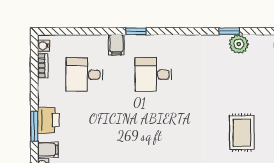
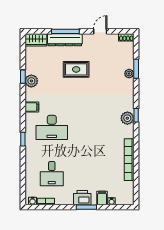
plant: (239, 44) -> (31, 81), moved
filing cabinet: (116, 45) -> (32, 107), moved
desk: (153, 75) -> (52, 127), width x1.37
rug: (242, 133) -> (76, 69), moved

